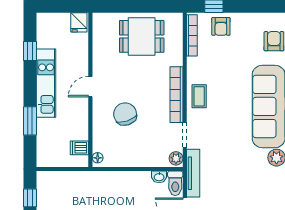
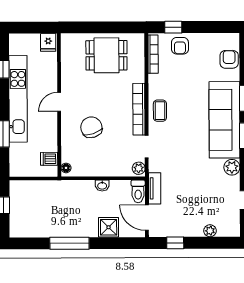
kitchen unit: (46, 83) -> (18, 99), width x1.36
tv unit: (193, 173) -> (155, 188), width x0.71
washbasin: (159, 177) -> (102, 186), moved

